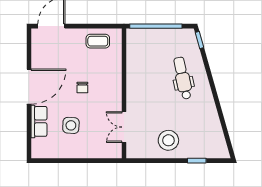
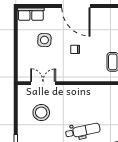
row of seats: (39, 121) -> (31, 14), moved
stool: (168, 140) -> (41, 113), moved

